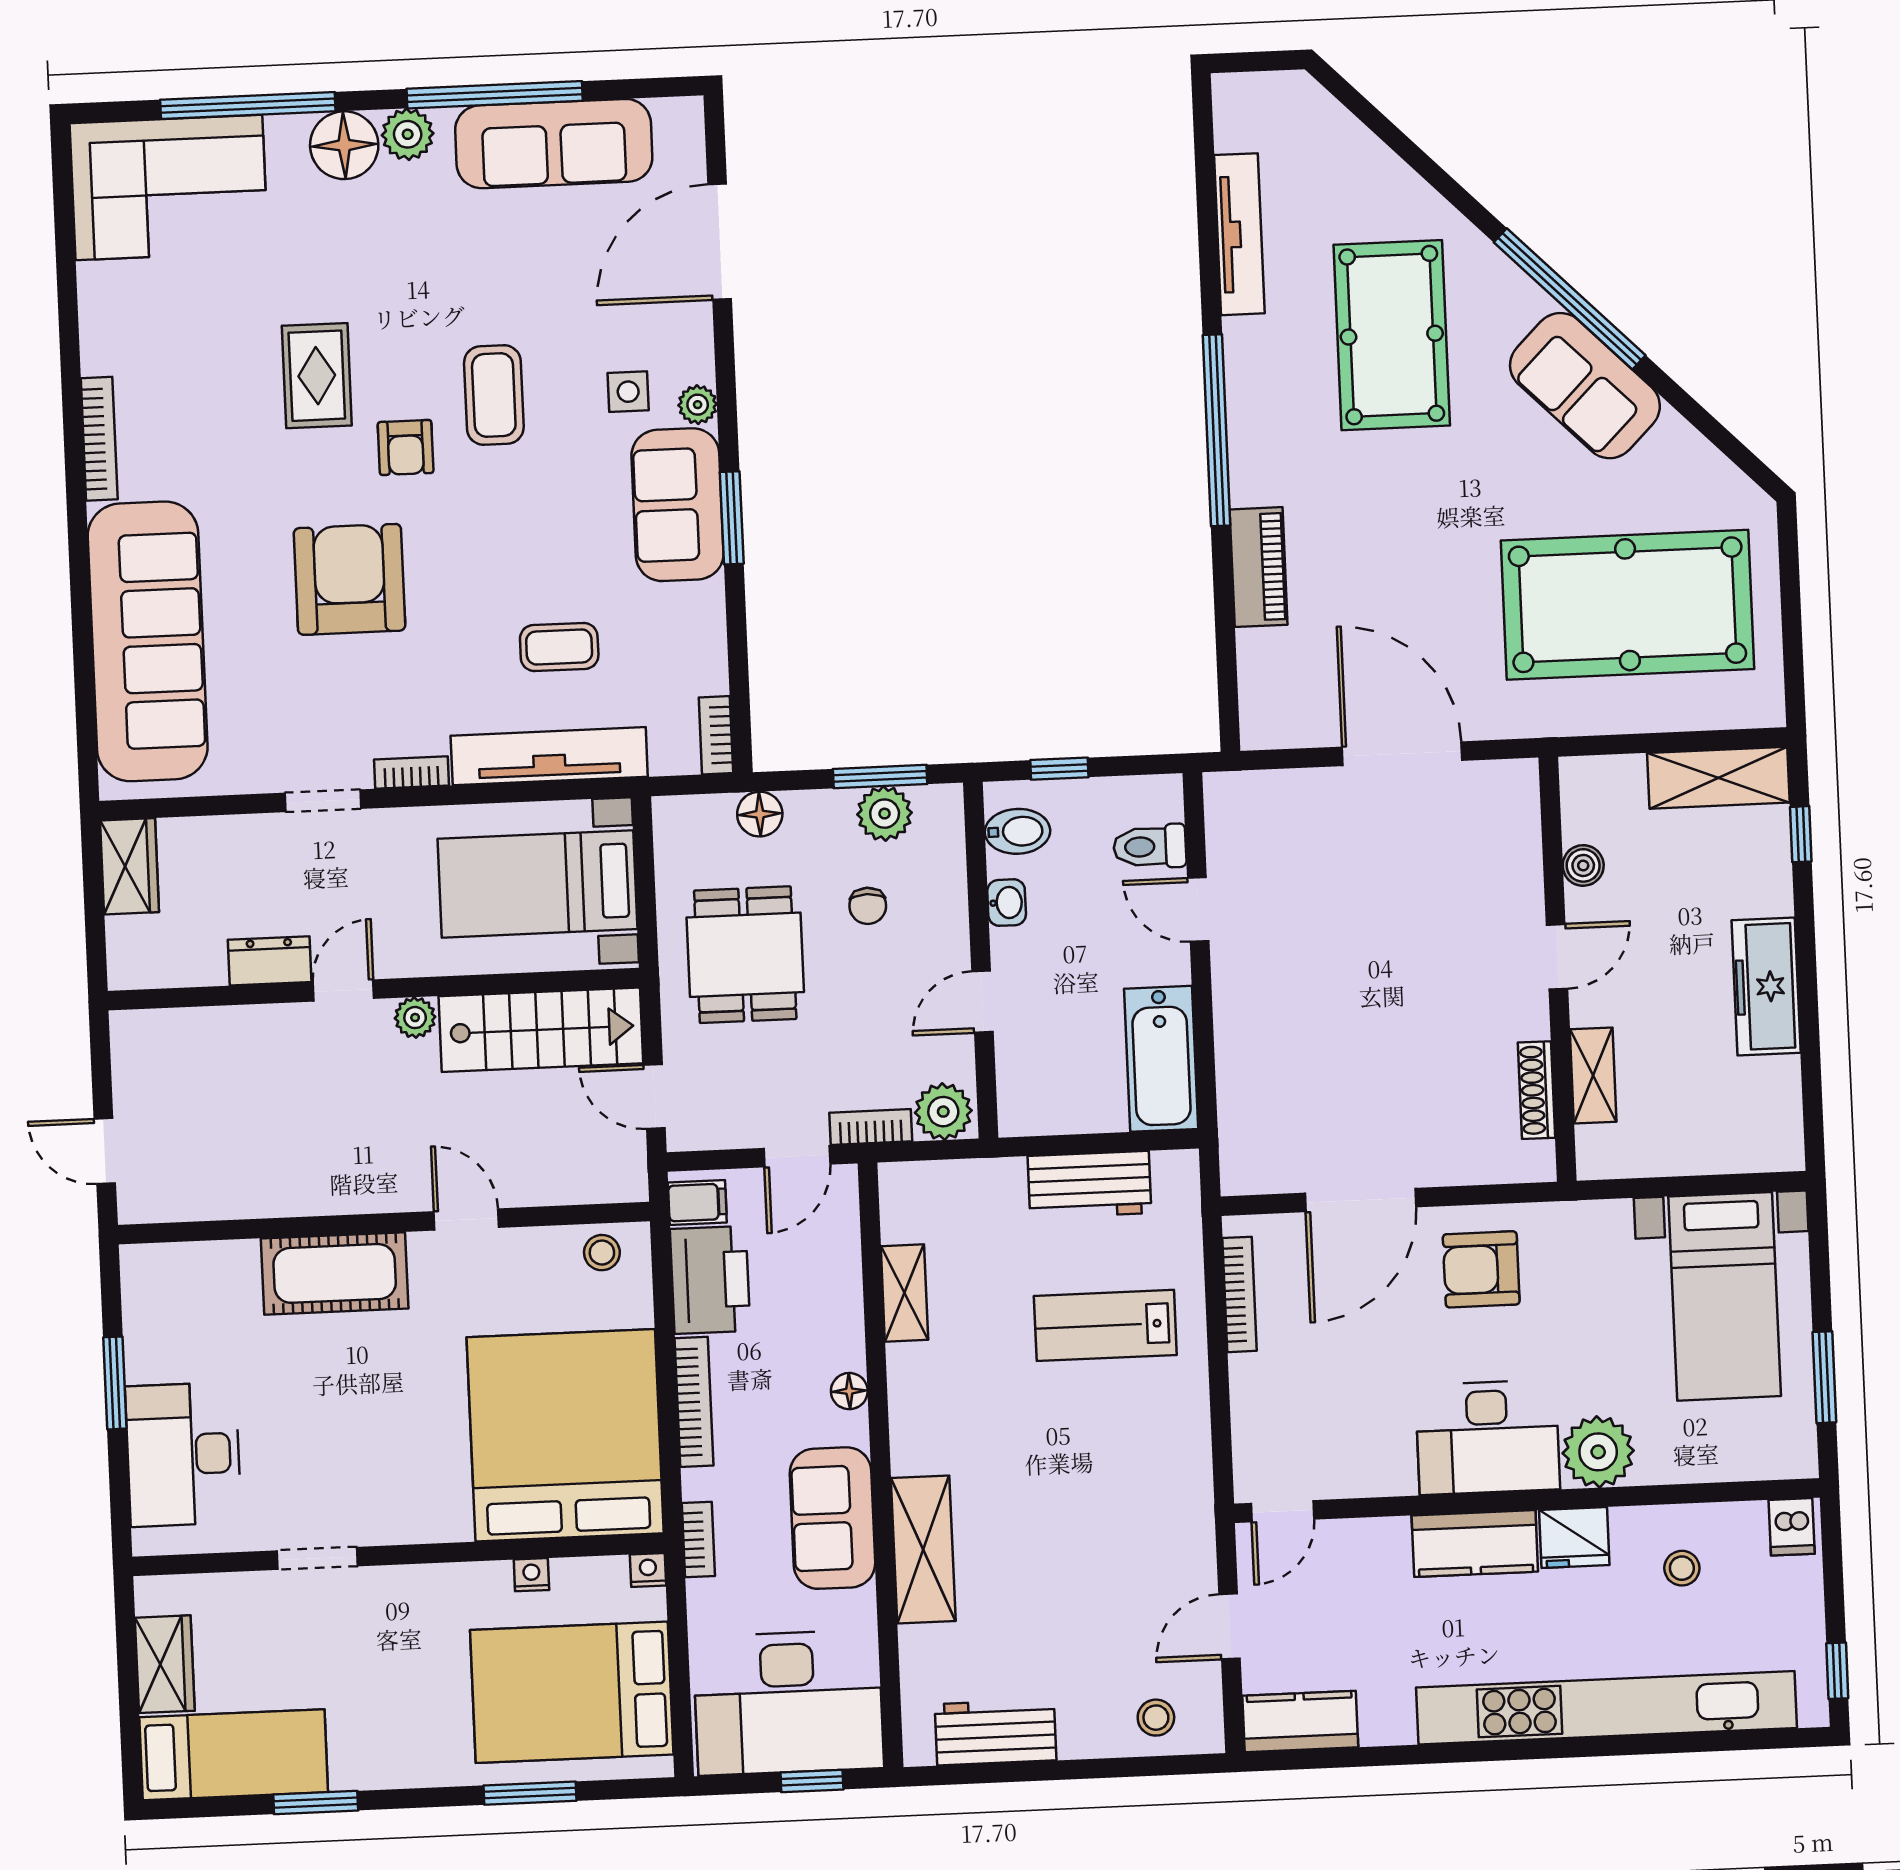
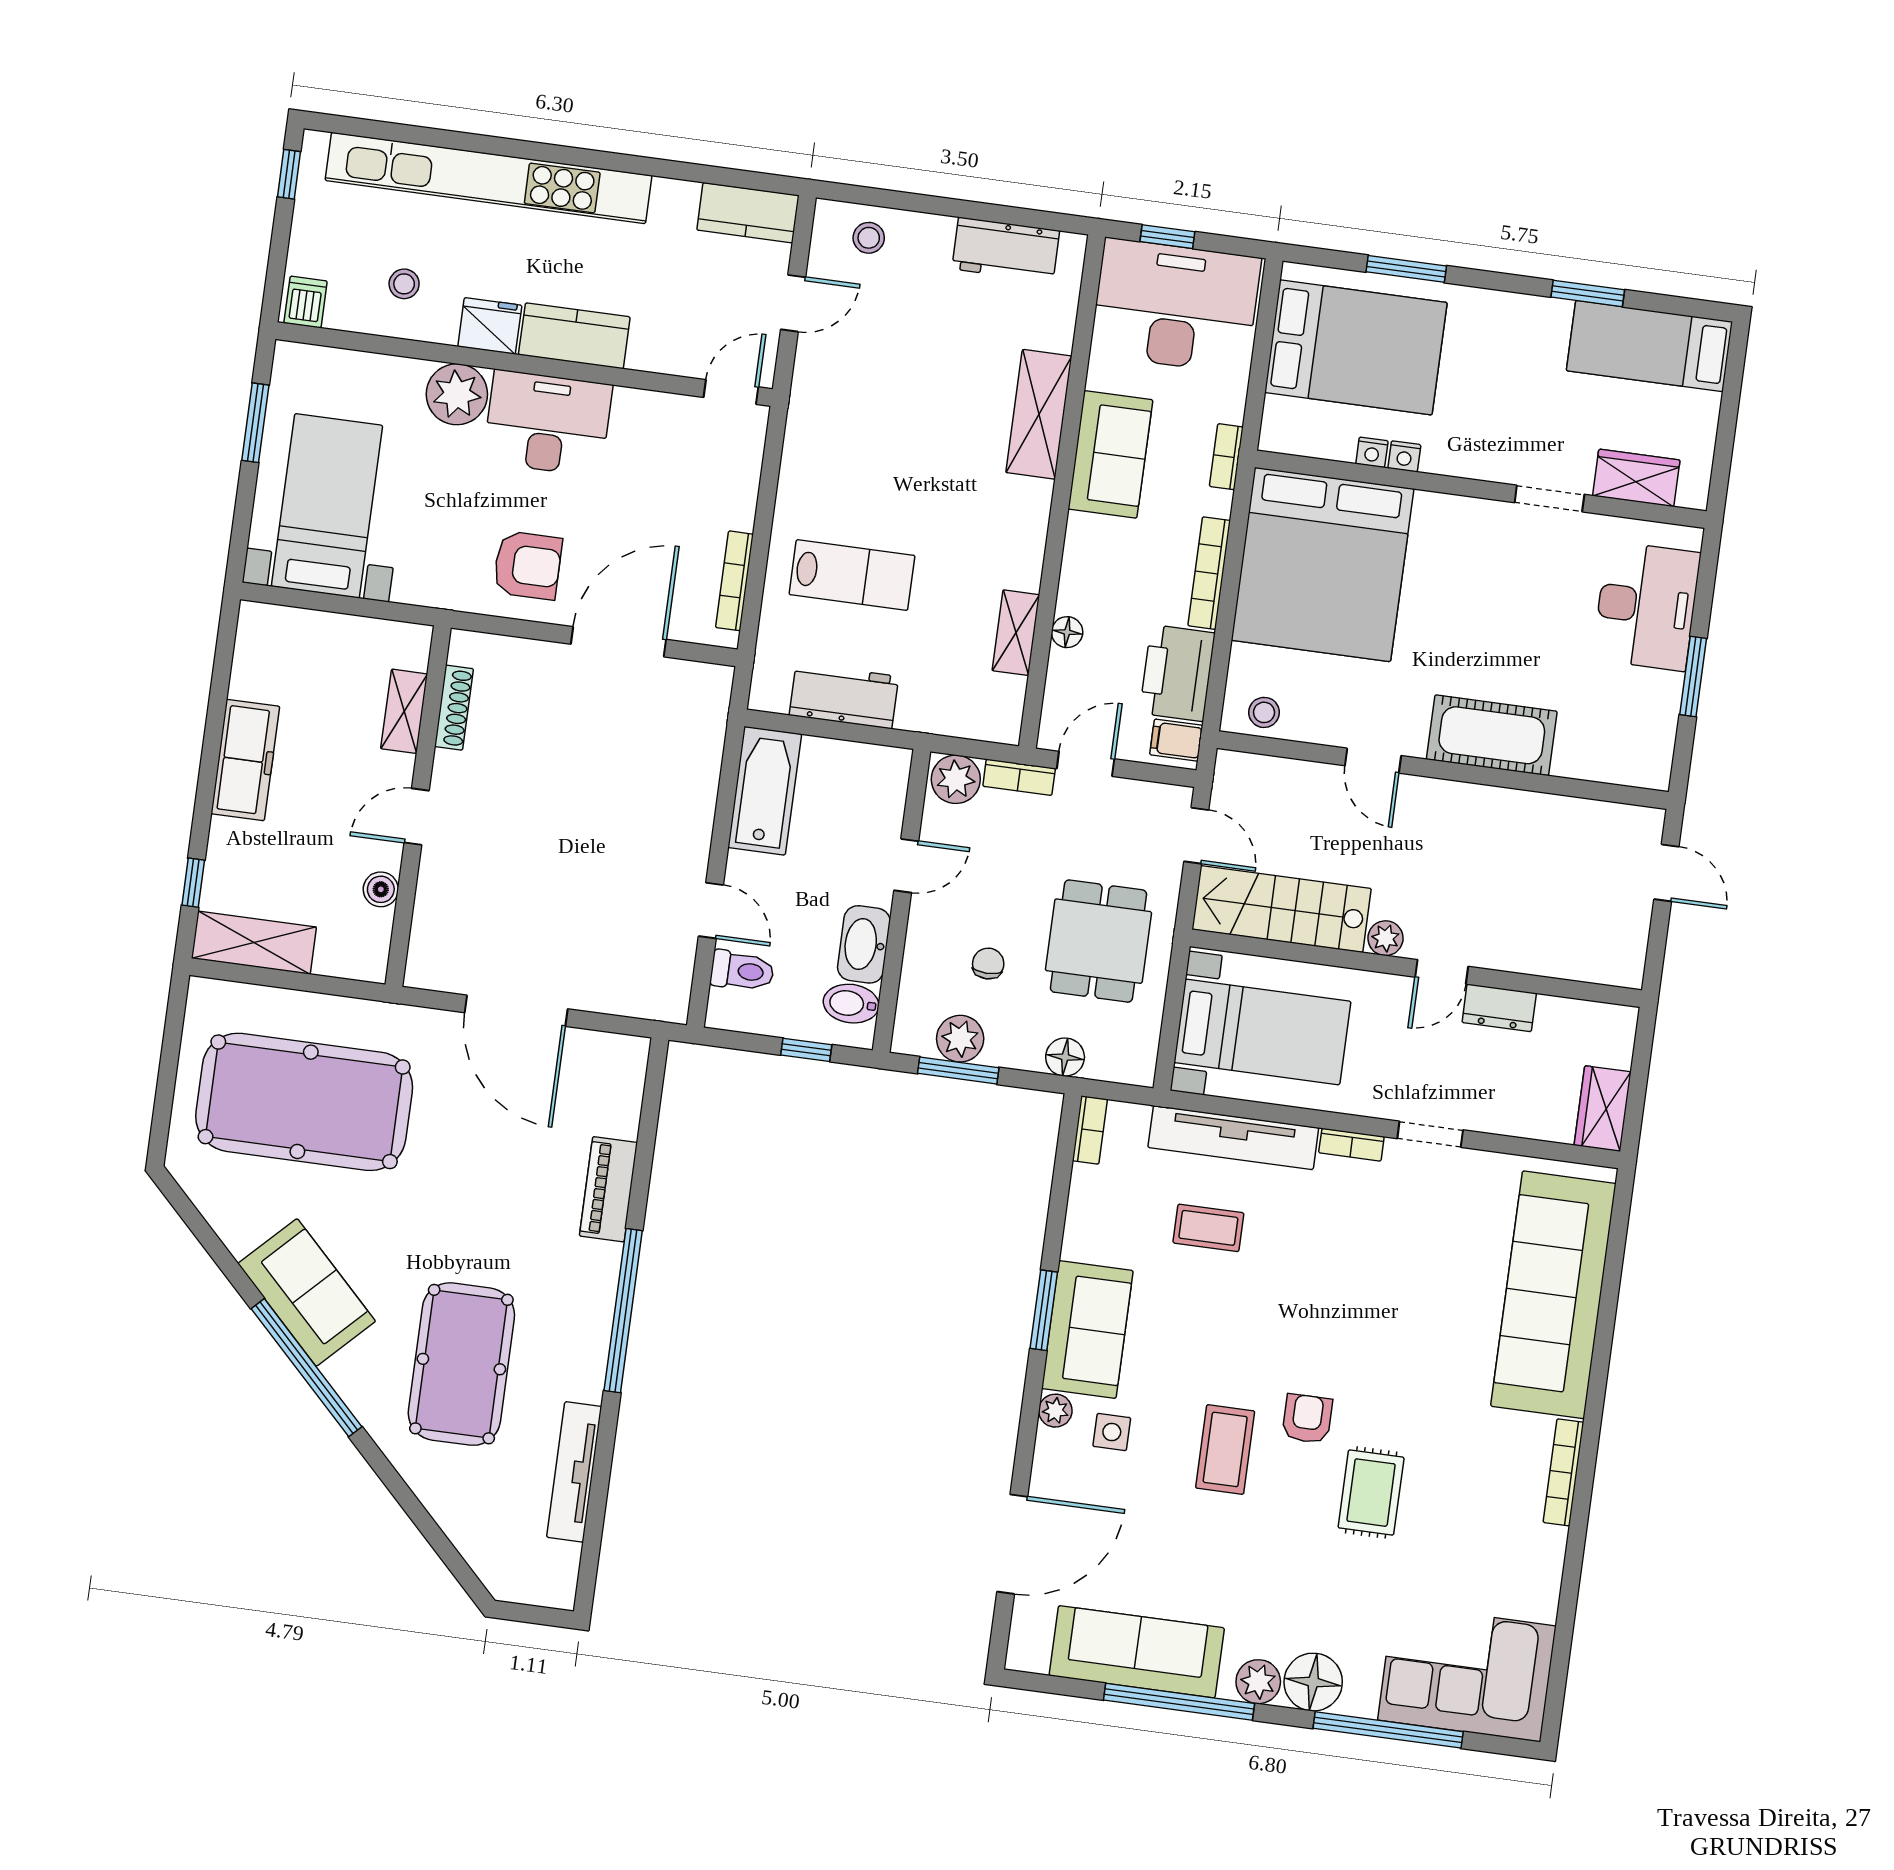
armchair: (350, 579) -> (1374, 1316), removed
washbasin: (1007, 903) -> (864, 944), width x1.91, depth x1.45
floor lamp: (849, 1391) -> (1067, 632), moved
nightstand: (648, 1570) -> (1404, 456), moved
wardrobe: (165, 1664) -> (1636, 478), moved, turned 90

